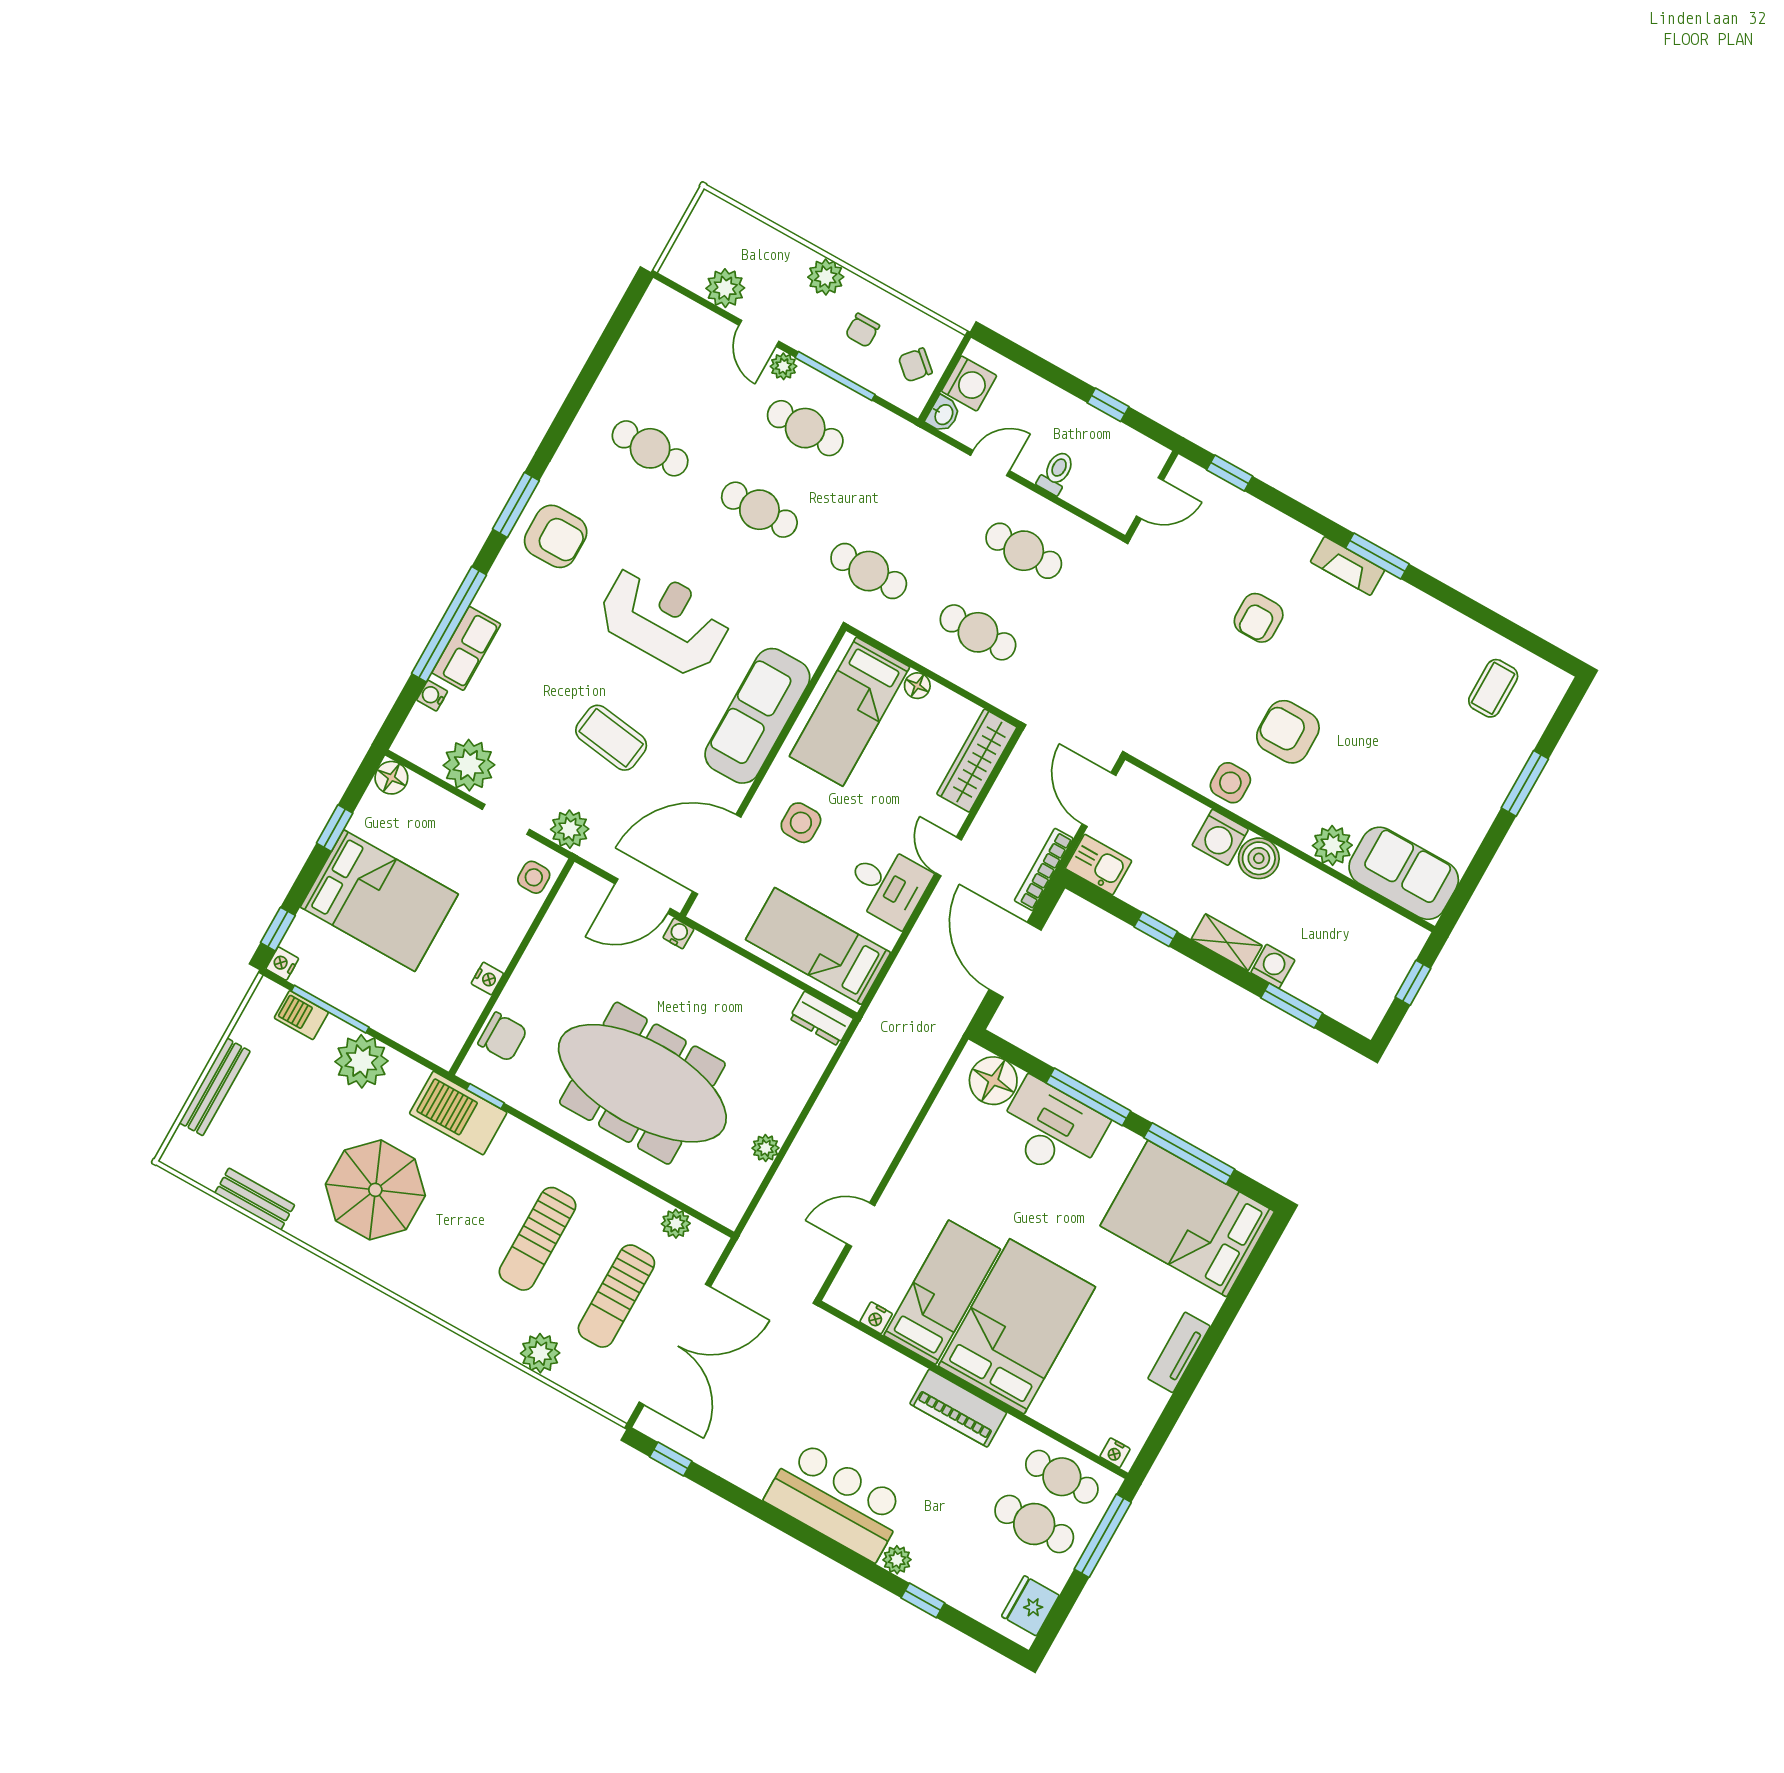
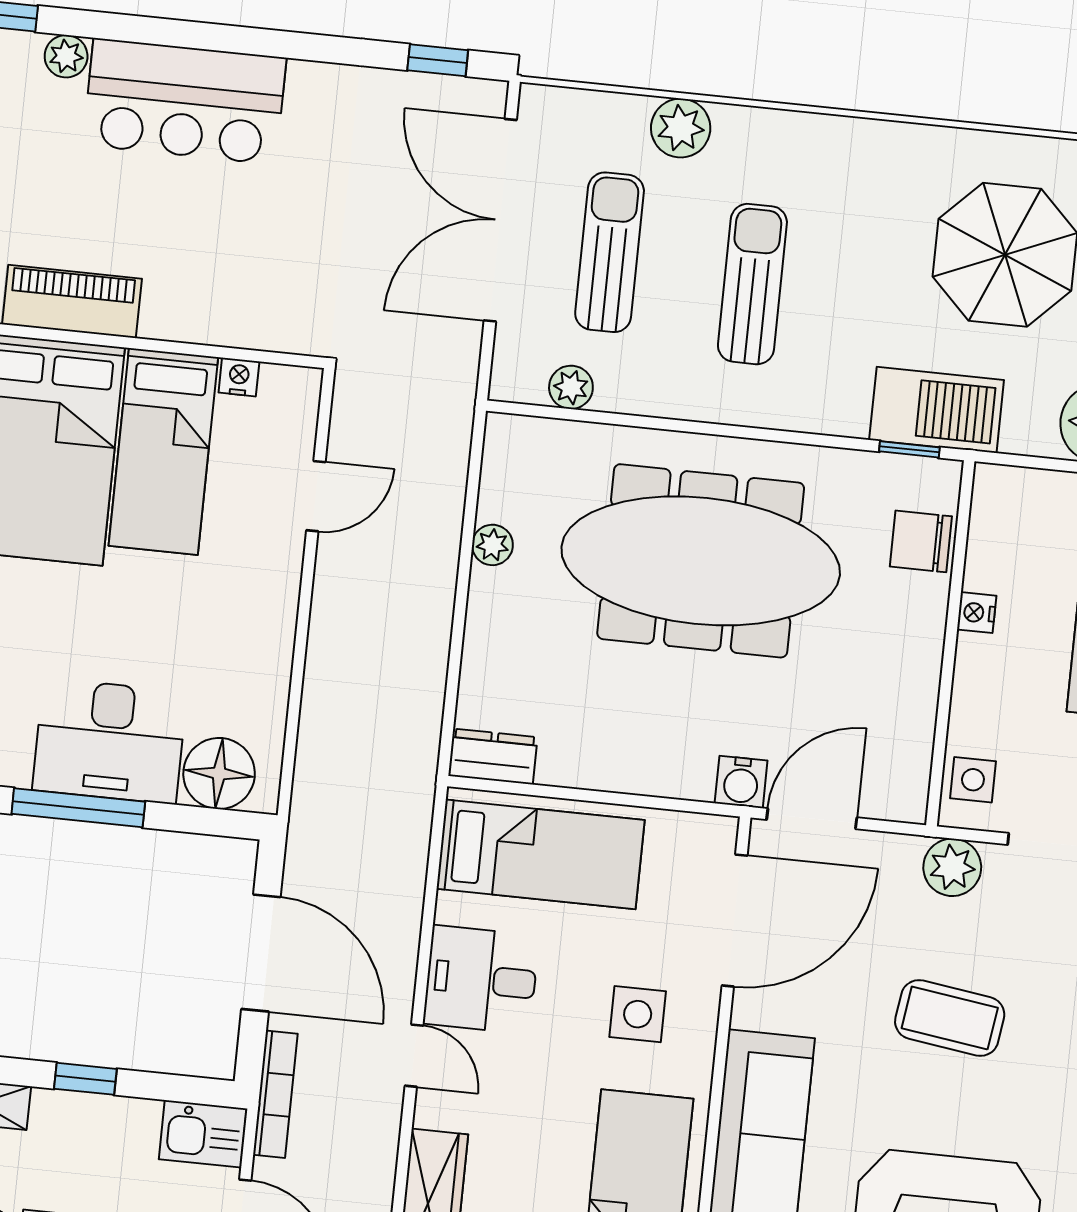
water cooler: (678, 933) -> (741, 782), width x1.38, depth x1.38

